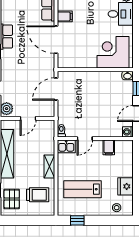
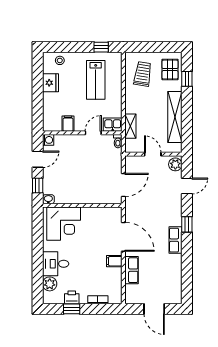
door: (28, 118) -> (153, 154), hinge flipped
shelving: (49, 166) -> (130, 126), moved
lab bench: (82, 189) -> (96, 80), turned 90
trolley: (38, 195) -> (143, 74), turned 99

